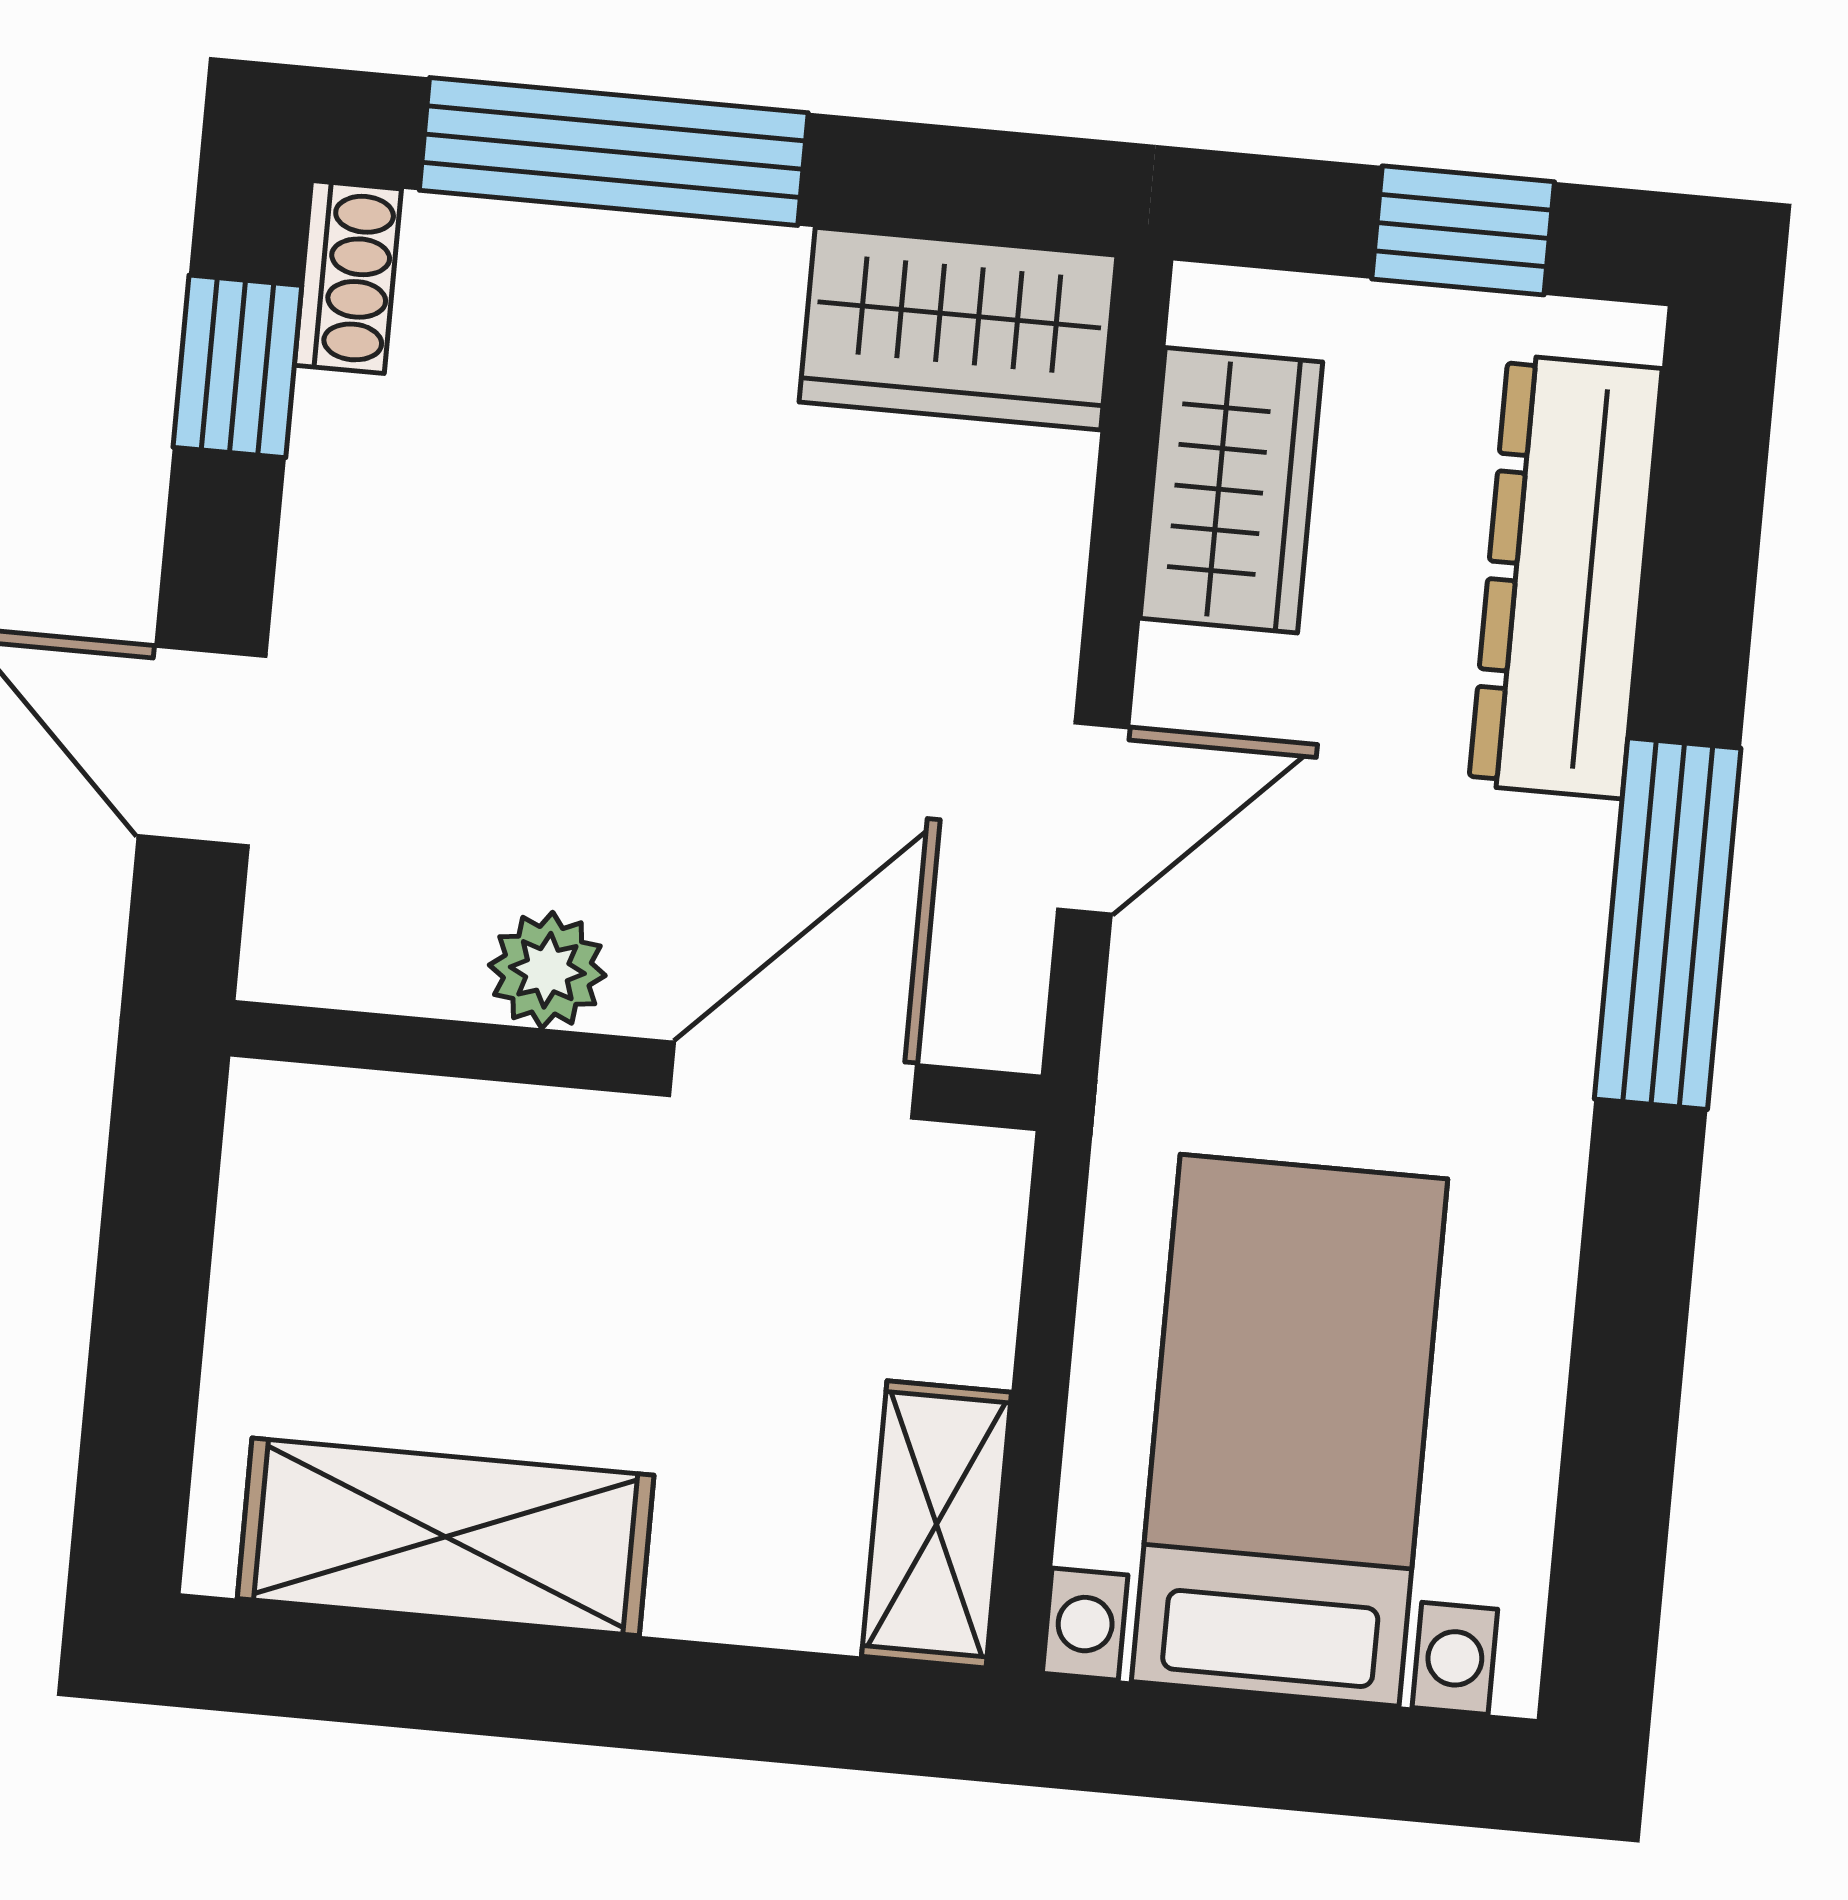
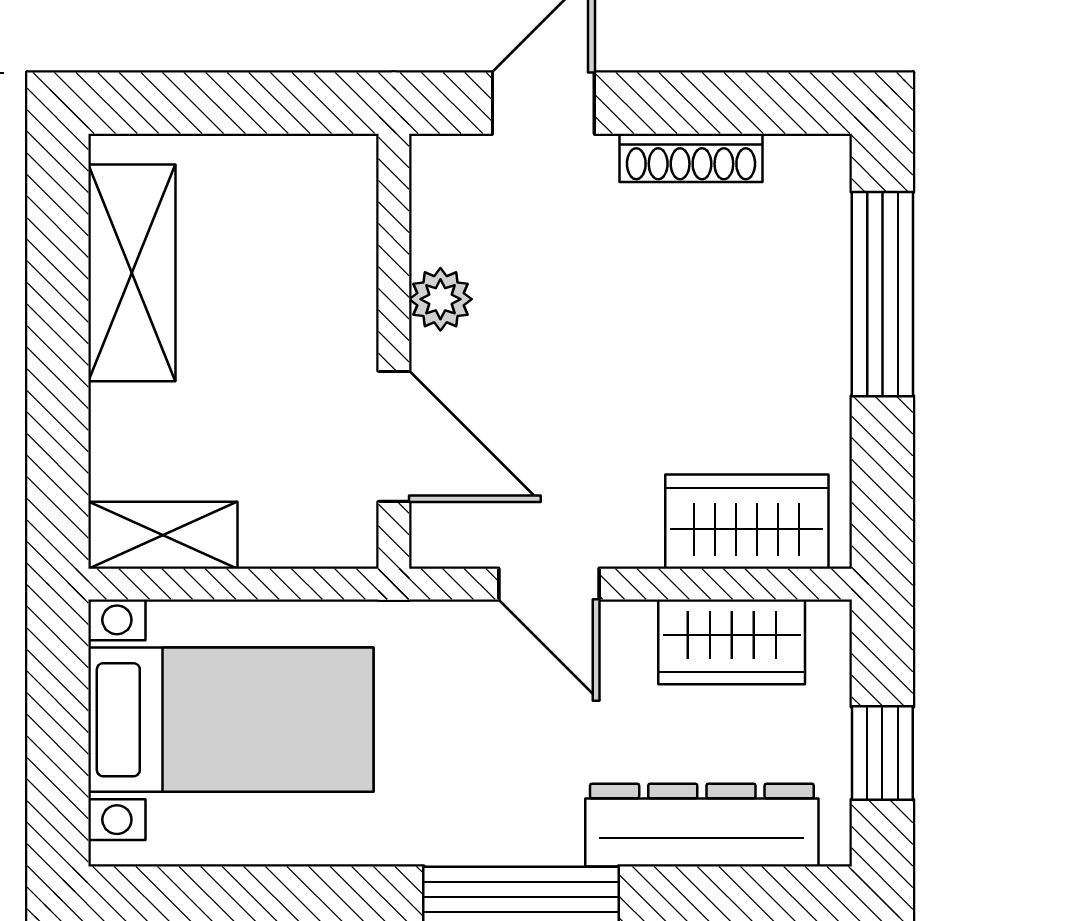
shoe rack: (348, 277) -> (691, 158), moved, width x1.43
wardrobe: (958, 329) -> (747, 522), moved, turned 90
window: (237, 366) -> (749, 103), removed

